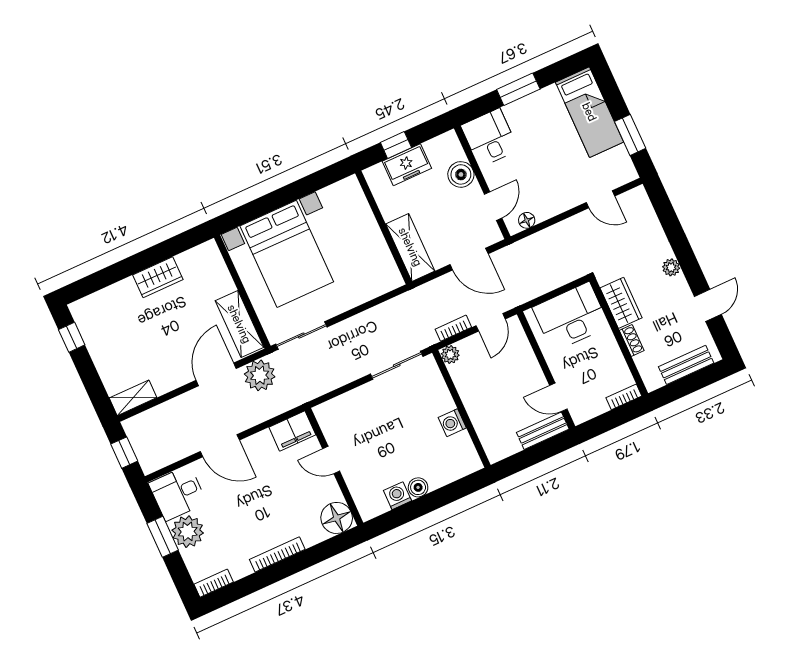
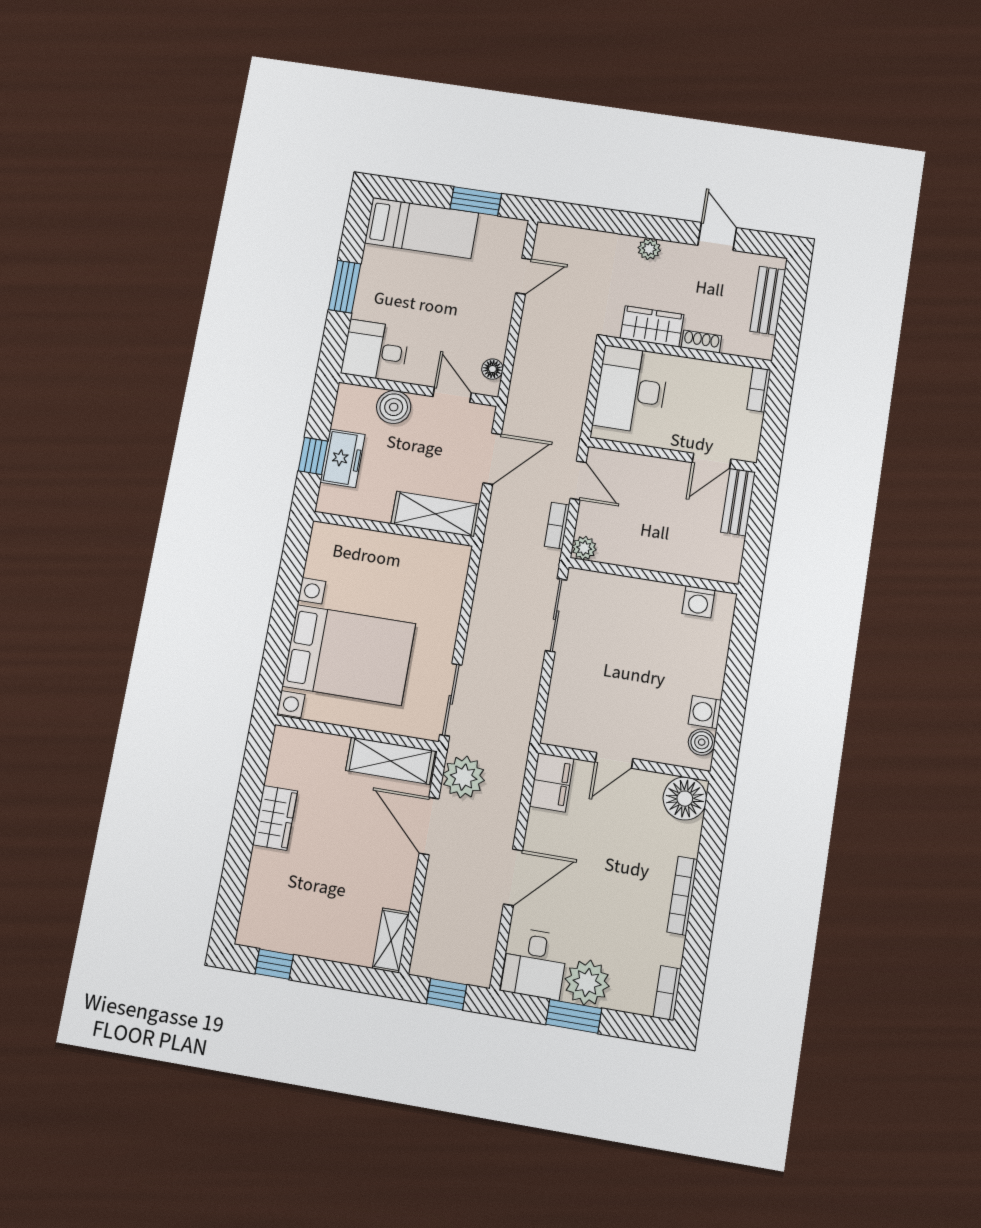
washing machine: (452, 423) -> (698, 602), moved
boiler: (418, 487) -> (702, 742), moved

